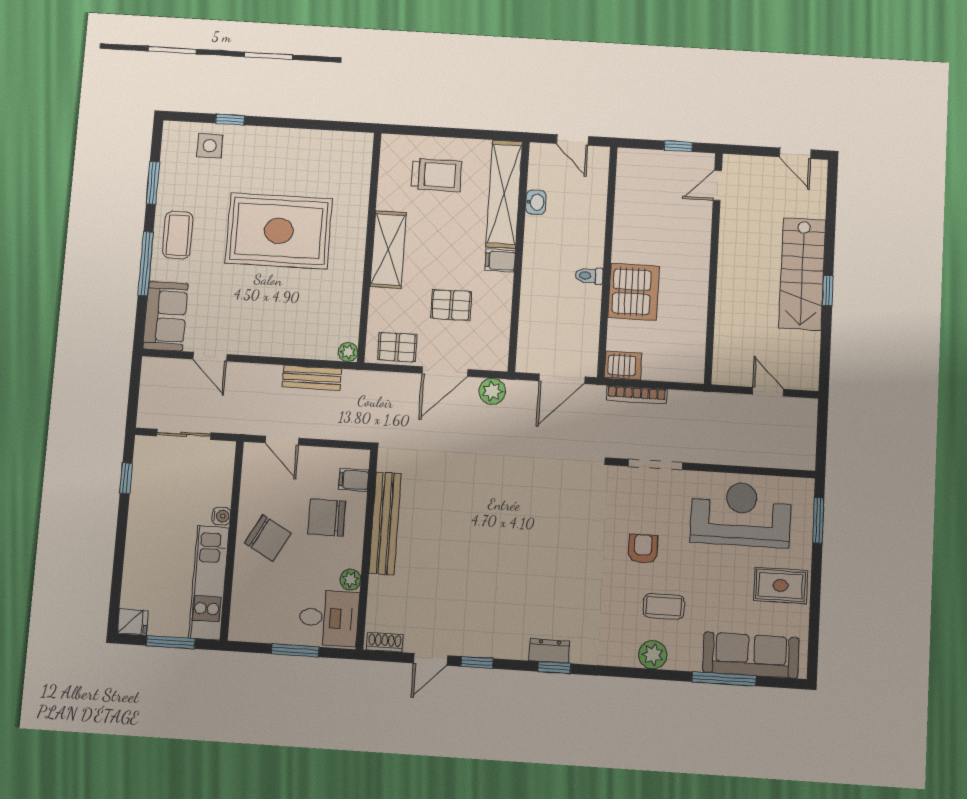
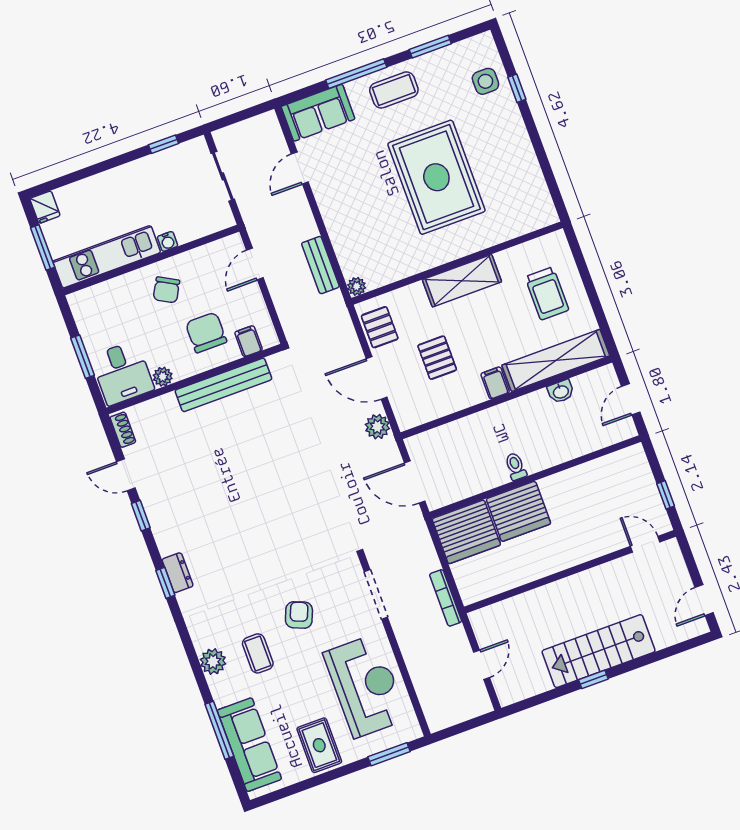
server rack: (623, 365) -> (466, 532), width x2.18, depth x1.44
bookcase: (637, 395) -> (446, 598), moved
chair: (268, 538) -> (166, 290), width x0.73, depth x0.73
armchair: (643, 549) -> (299, 615), turned -68

